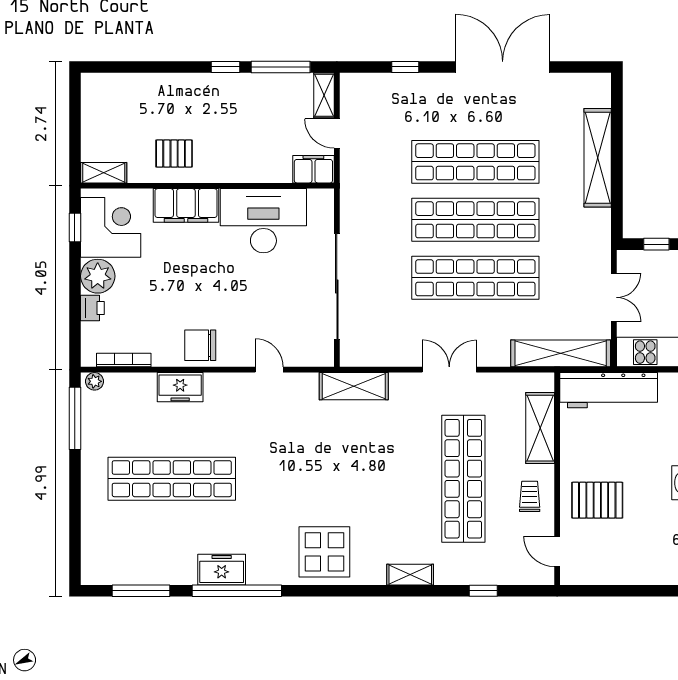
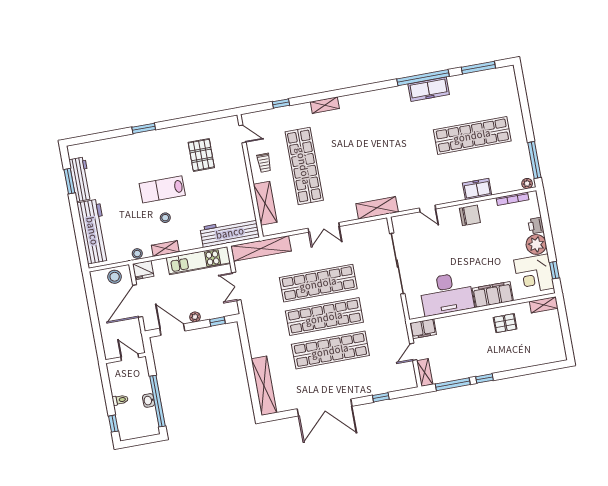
door: (337, 134) -> (413, 352), swing flipped
shelving: (598, 158) -> (264, 386), moved
pallet: (597, 500) -> (201, 155), moved, turned 90
display table: (324, 552) -> (377, 109), removed
freezer: (222, 570) -> (429, 89), width x1.40

